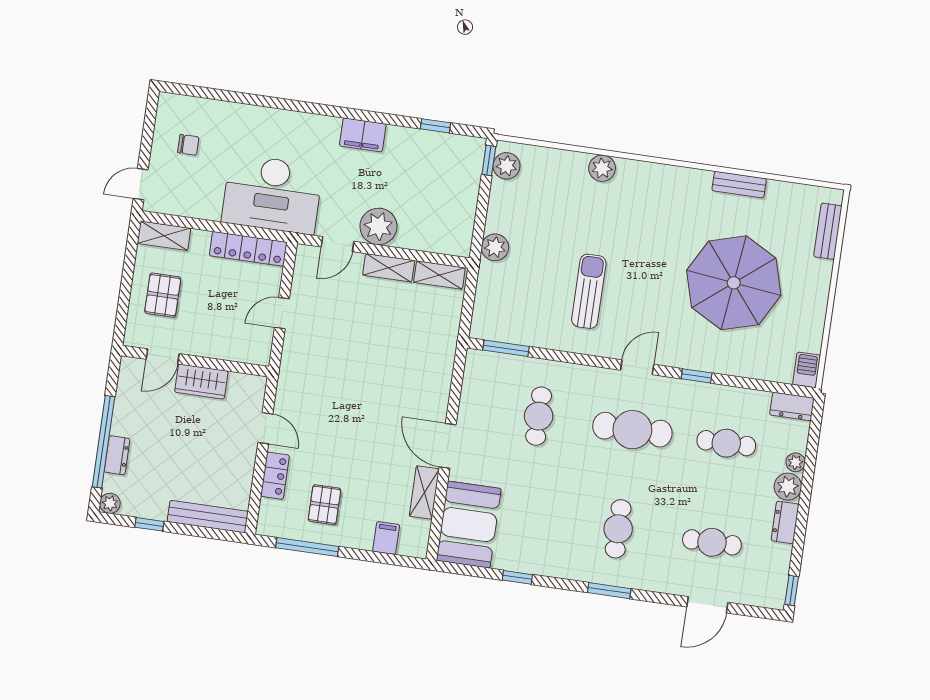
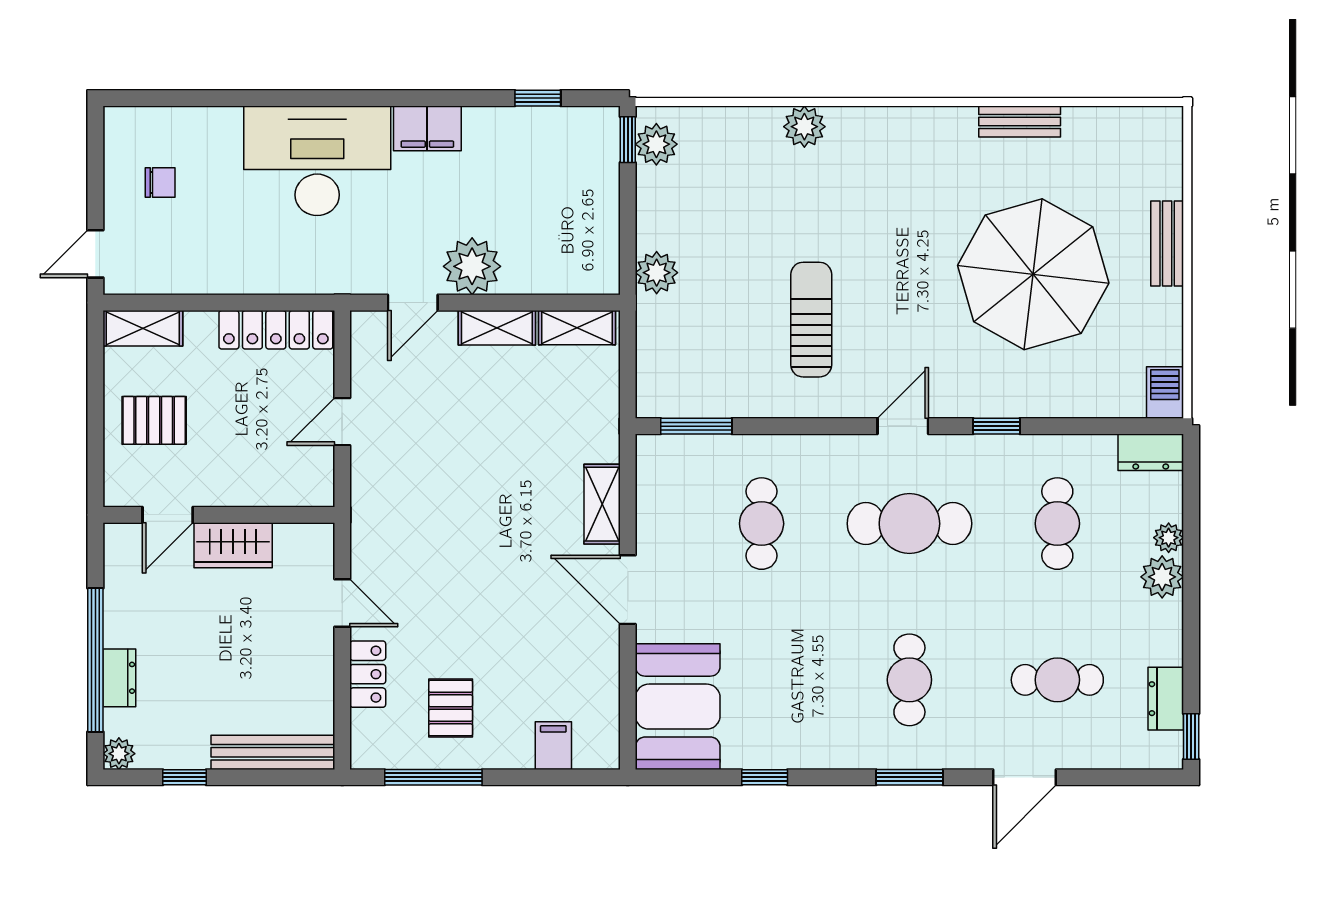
desk: (272, 194) -> (317, 161), moved, turned 180
bench: (828, 231) -> (1167, 244), moved
pallet: (163, 295) -> (154, 420), turned 90
cafe table: (726, 443) -> (1057, 524), turned 90
shelving: (424, 493) -> (602, 504), moved
dresser: (785, 522) -> (1166, 699), moved
door: (707, 605) -> (1025, 777), moved

